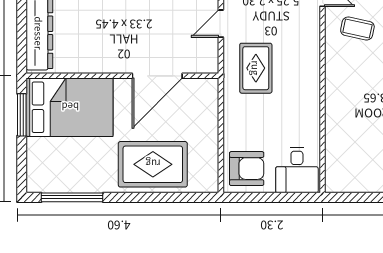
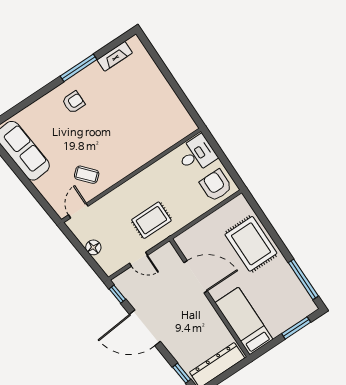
coffee table: (357, 29) -> (87, 175), turned -54
bed: (70, 107) -> (244, 321), width x0.67
window: (22, 115) -> (296, 328), moved

